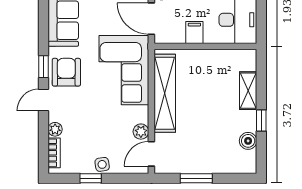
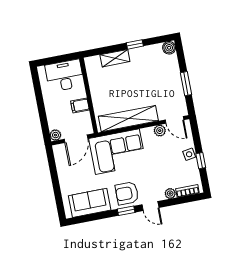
boiler: (248, 141) -> (169, 48), moved

